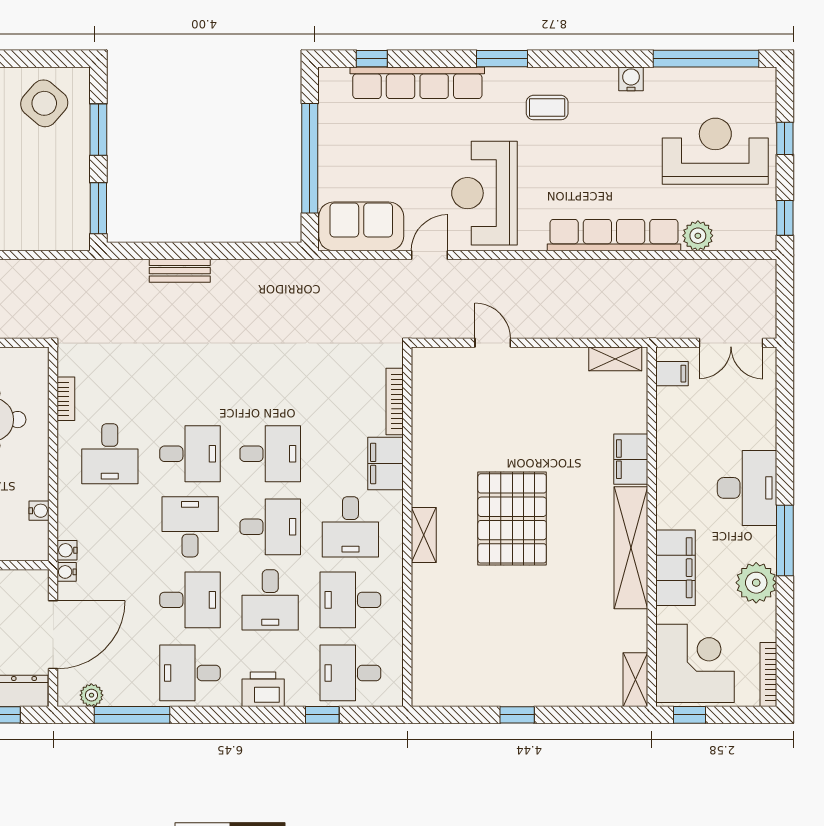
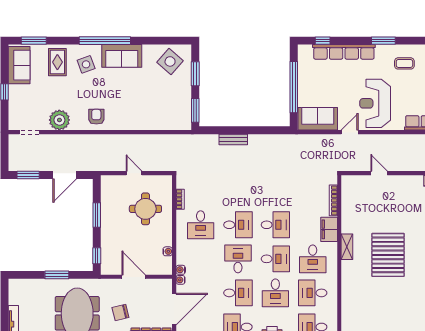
shelving: (424, 535) -> (347, 247), moved

